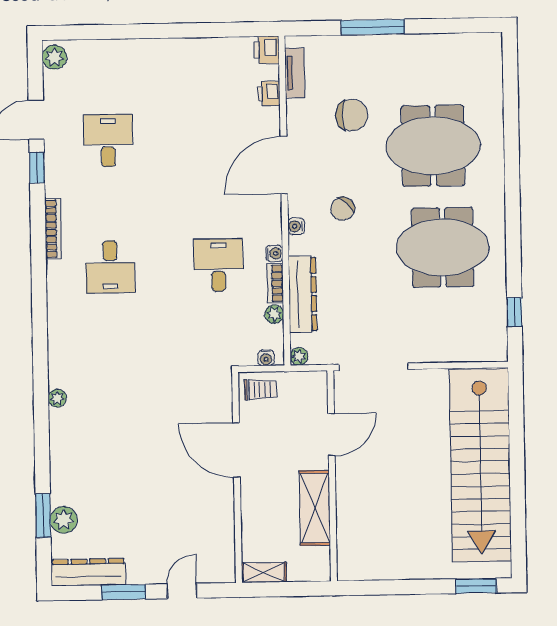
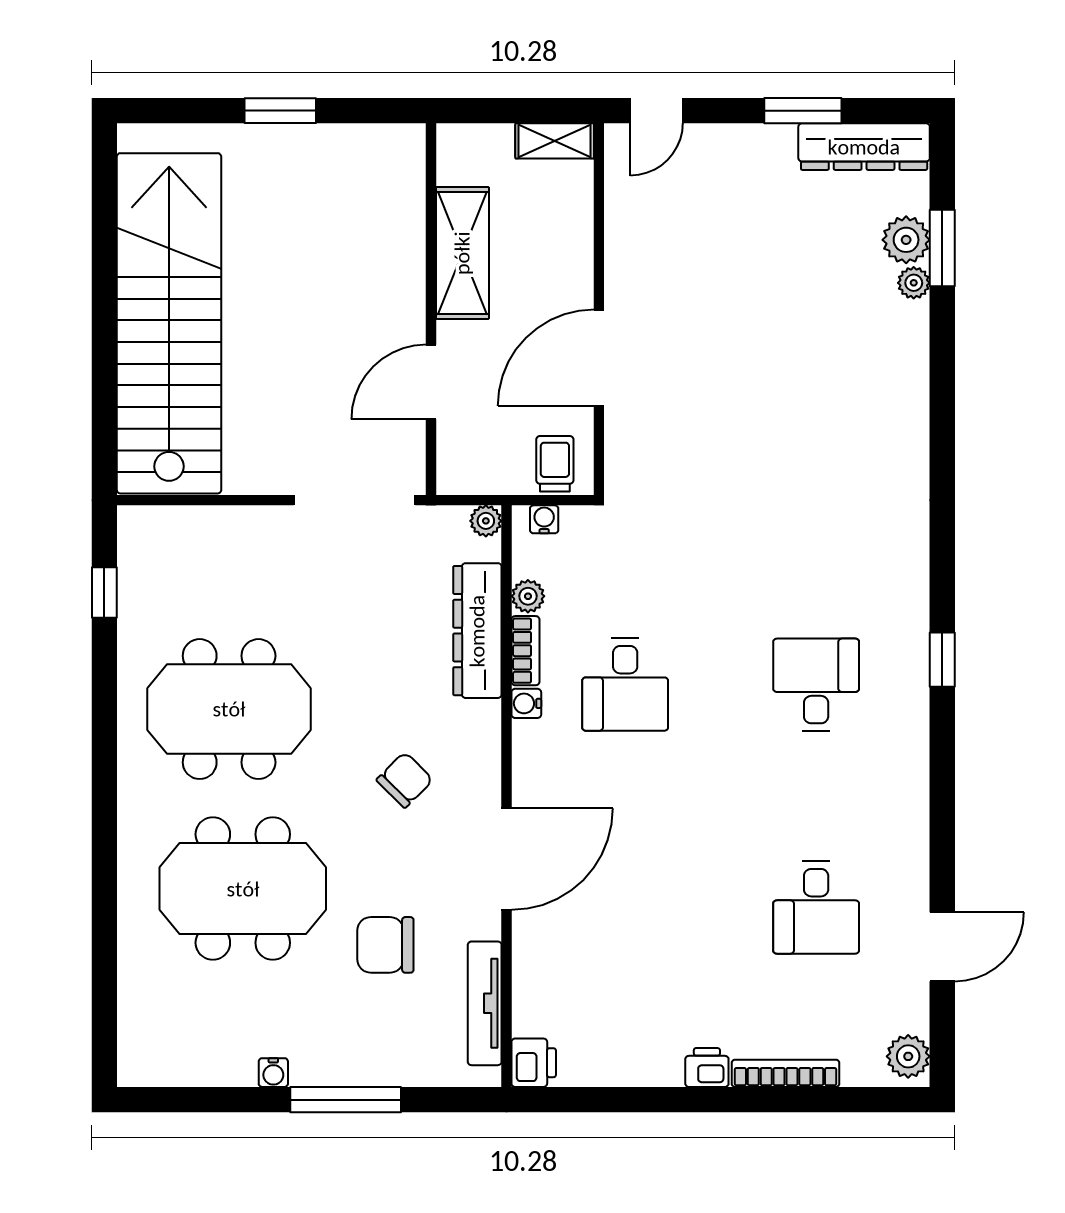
tv unit: (295, 73) -> (485, 1003), width x1.41
printer: (269, 94) -> (707, 1067), moved, turned -90
window: (37, 168) -> (942, 660), moved
water cooler: (296, 226) -> (273, 1073), moved, turned 90
bookcase: (53, 229) -> (786, 1073), moved, turned 90
trolley: (260, 389) -> (555, 464), turned 90
plant: (57, 398) -> (914, 283), moved
door: (237, 450) -> (599, 358), swing flipped
window: (476, 586) -> (280, 111), moved
door: (182, 591) -> (657, 111), moved

